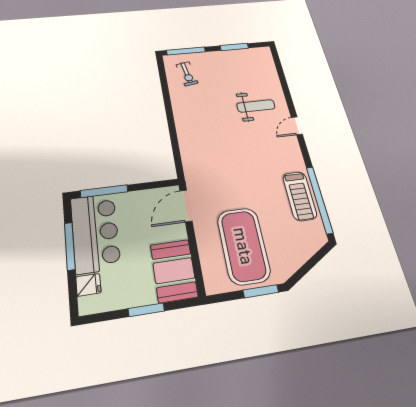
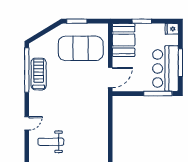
exercise mat: (244, 246) -> (81, 48), turned 90
fridge: (88, 285) -> (172, 29), moved

